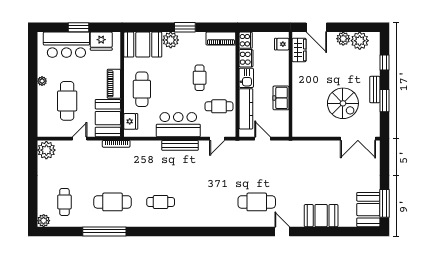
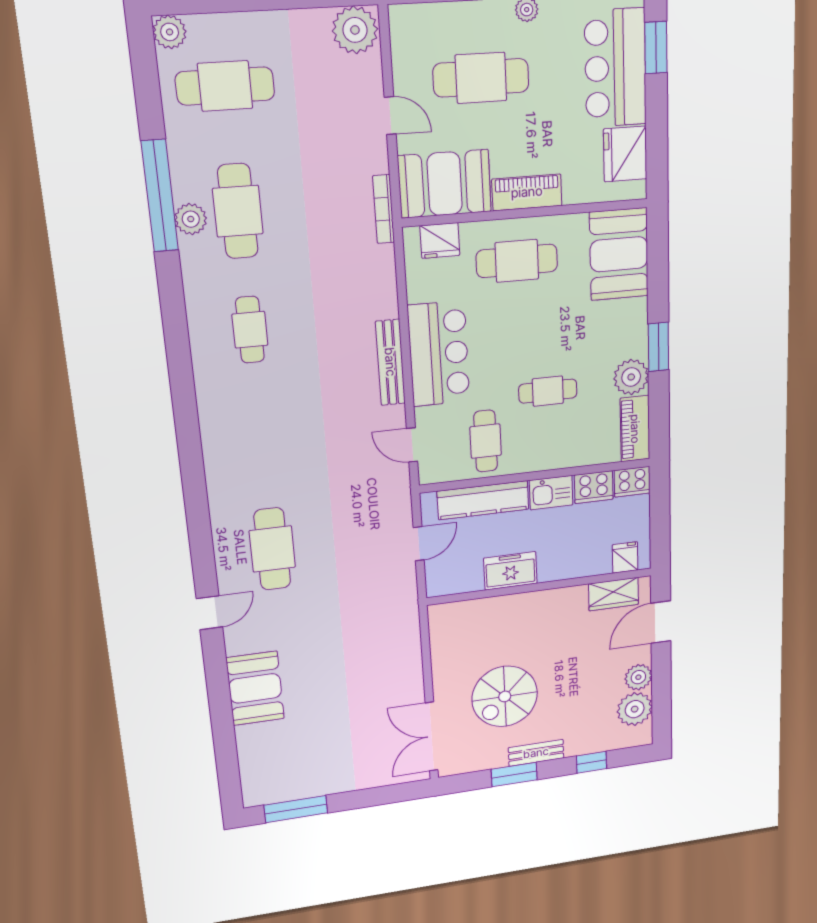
window: (79, 27) -> (656, 48), moved
plant: (171, 40) -> (631, 377), moved
cafe table: (64, 202) -> (225, 86), width x1.37, depth x1.35
booth: (368, 210) -> (279, 780), removed
plant: (114, 221) -> (191, 219), added

